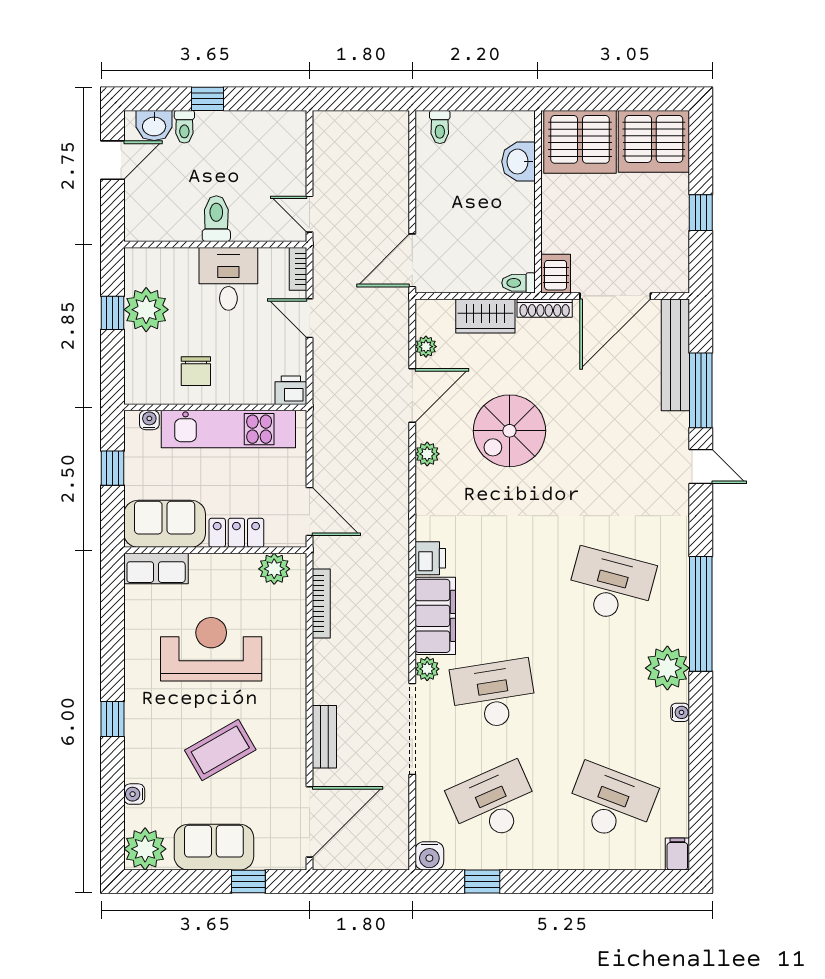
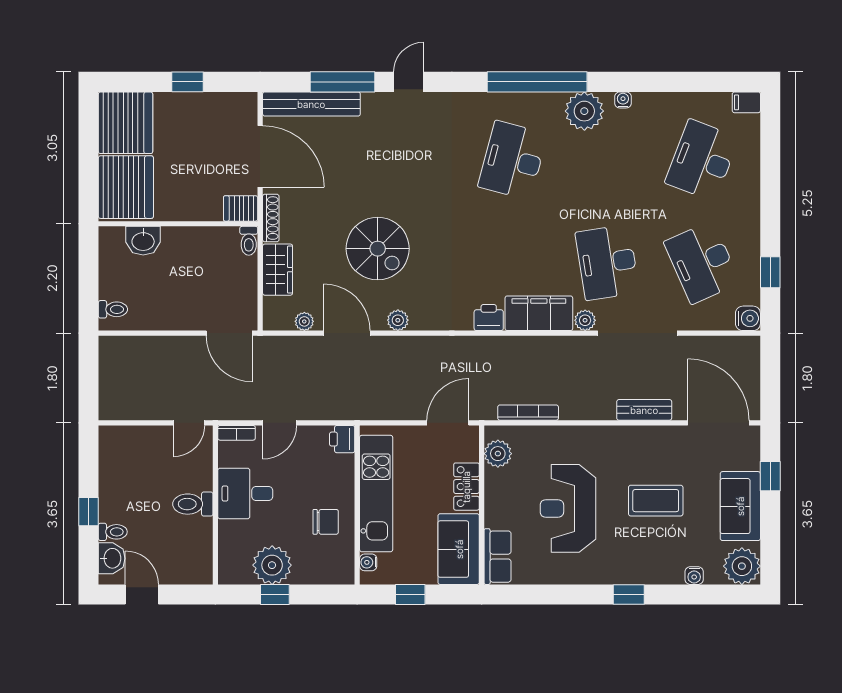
coffee table: (220, 750) -> (656, 501), turned -60

